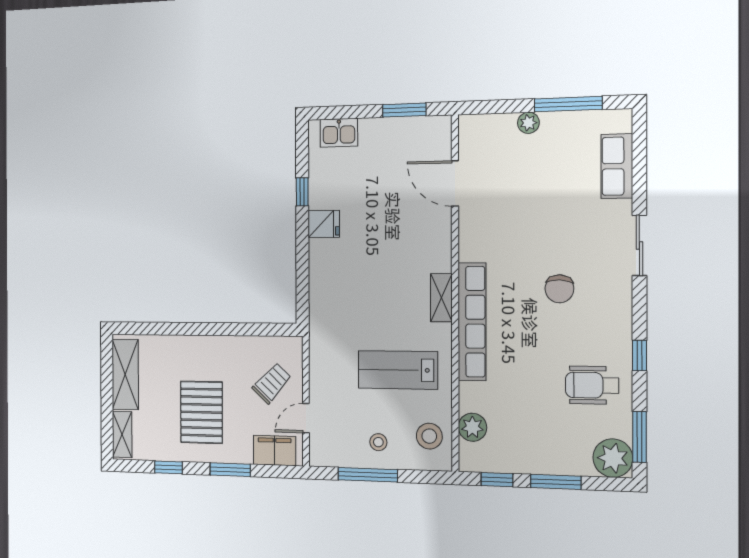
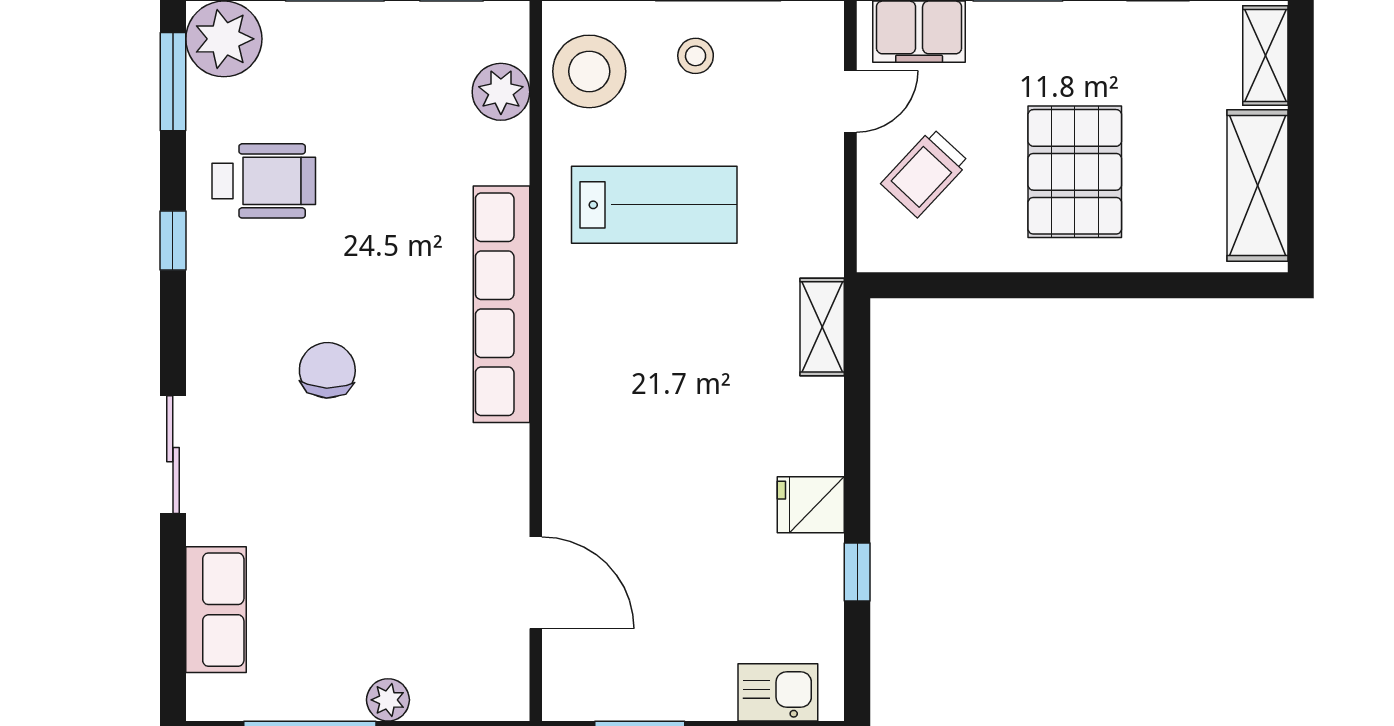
shelving: (441, 298) -> (822, 327), moved
pallet: (201, 412) -> (1075, 172), moved
stool: (429, 436) -> (589, 71), width x1.38, depth x1.38

